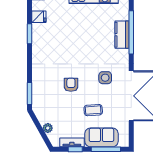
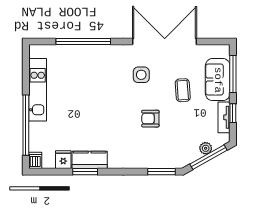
kitchen counter: (122, 35) -> (90, 160), moved, turned 180
window: (41, 130) -> (209, 157), added

